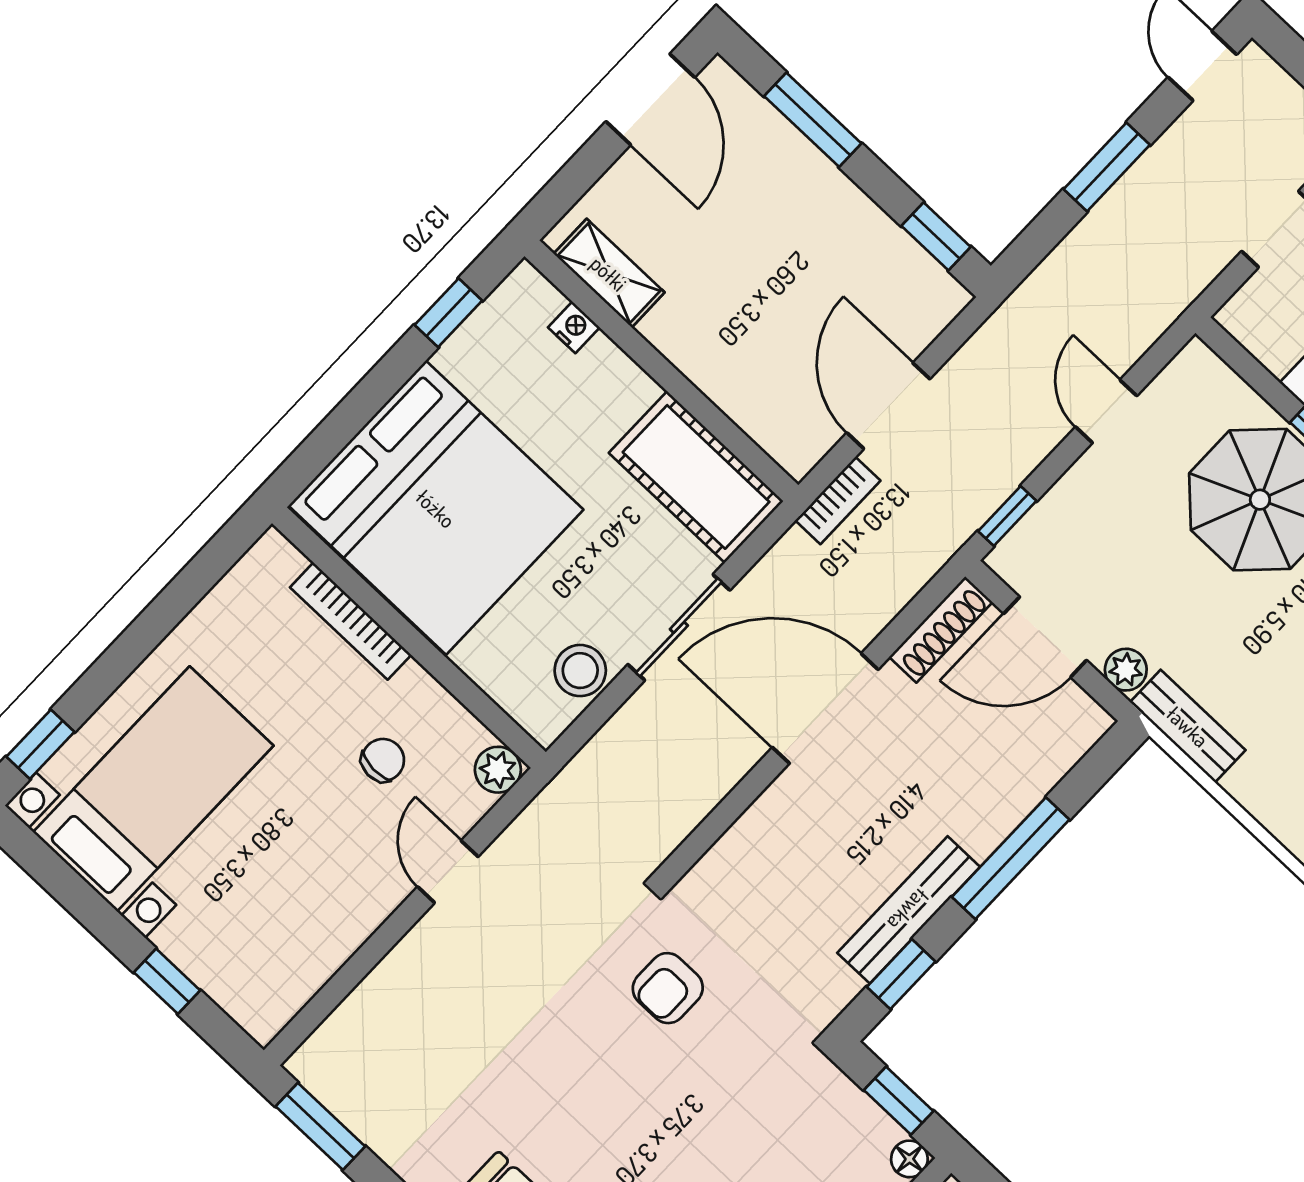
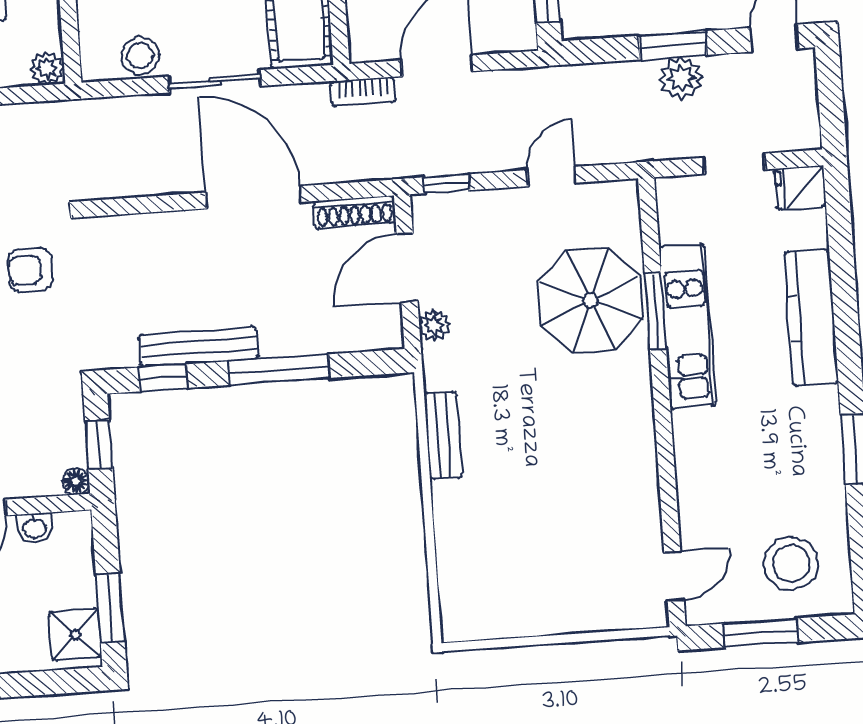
plant: (1146, 192) -> (681, 78), added
door: (1045, 637) -> (407, 268), hinge flipped
bench: (1188, 726) -> (443, 435), moved

